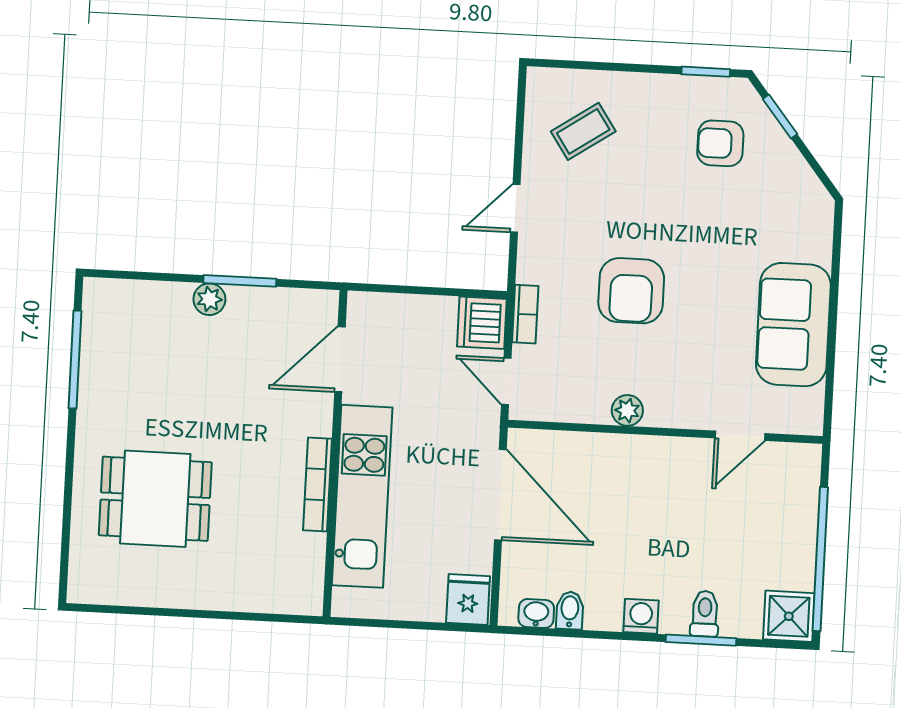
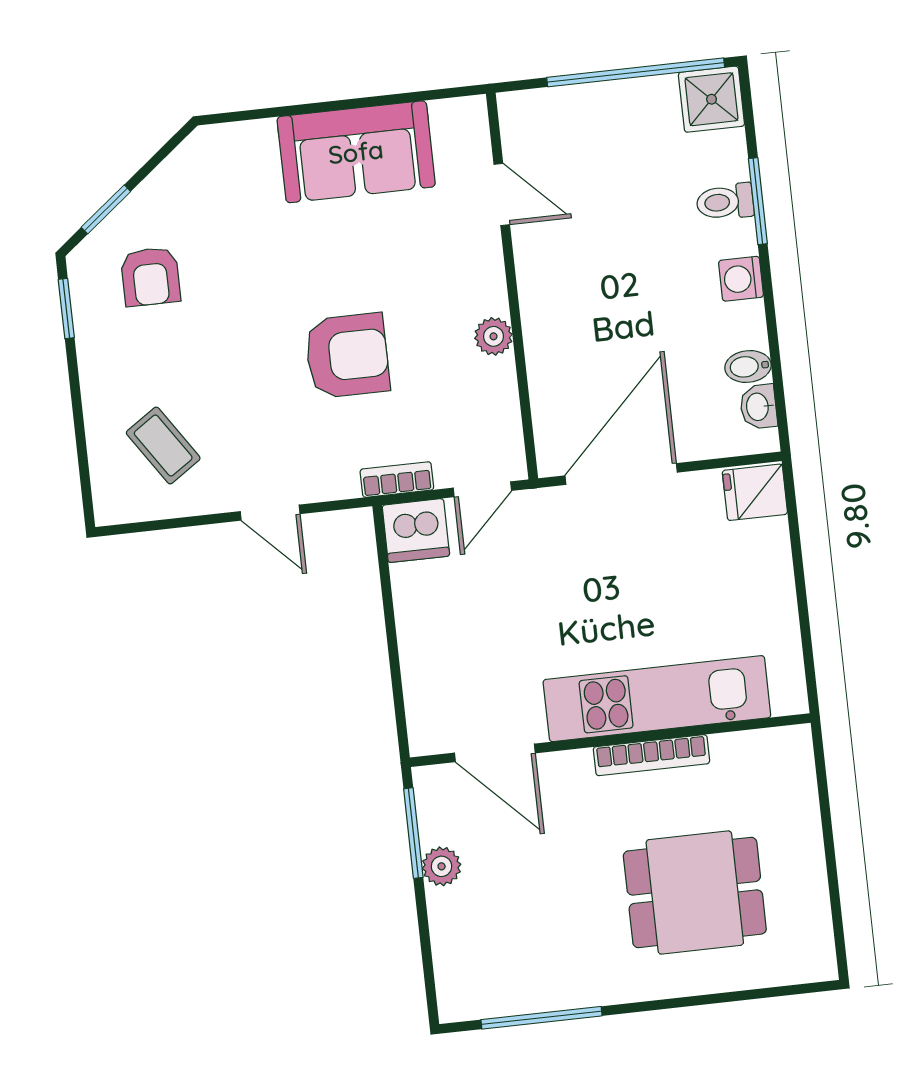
door: (340, 359) -> (495, 753), moved
wall: (335, 453) -> (610, 740), moved
bookcase: (318, 484) -> (651, 755), moved
kitchen unit: (362, 496) -> (657, 699), moved
dining table: (155, 499) -> (695, 892), turned 90

